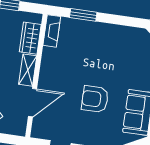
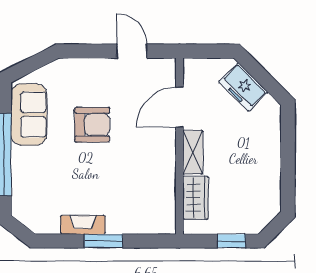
window: (83, 15) -> (103, 241), moved
fireplace: (52, 31) -> (83, 225), moved, turned 90

